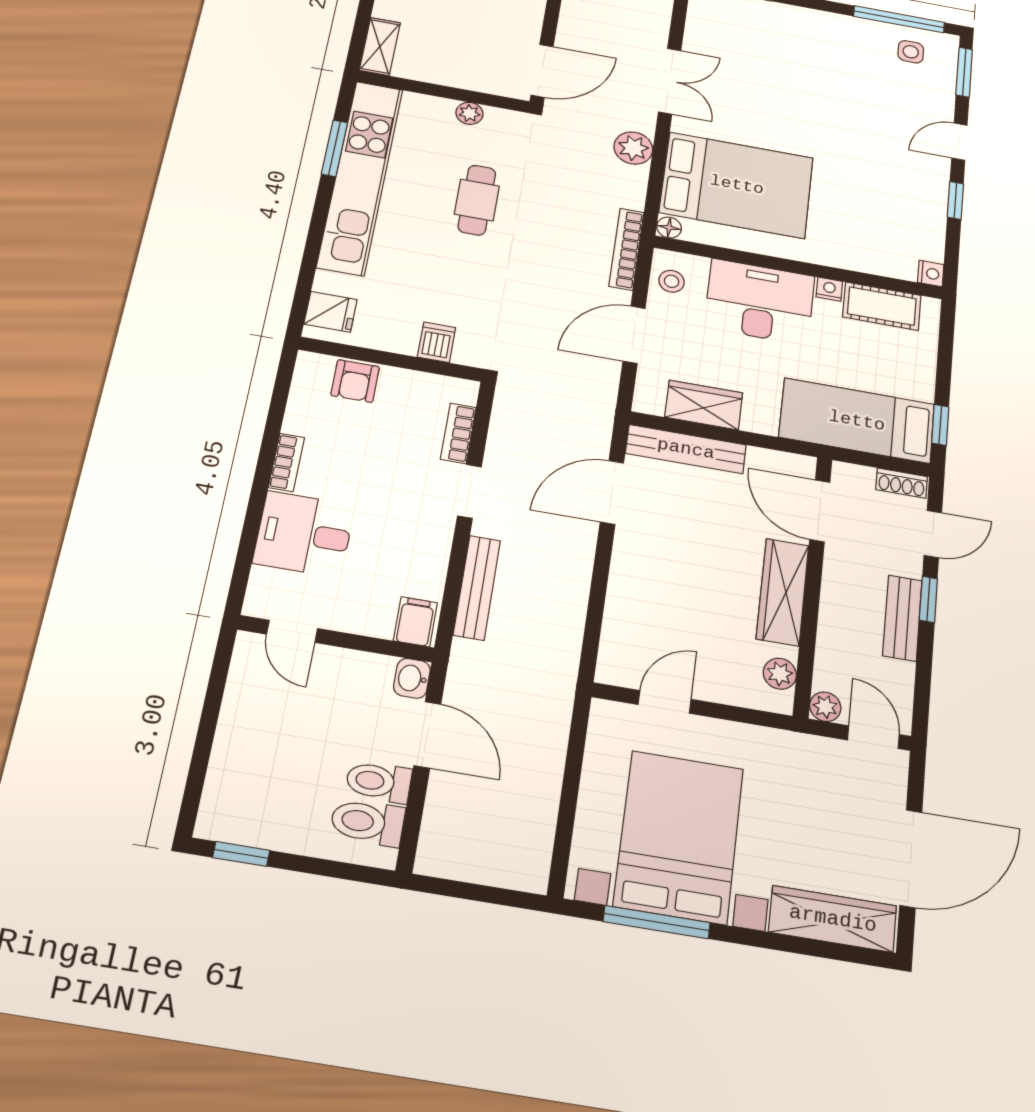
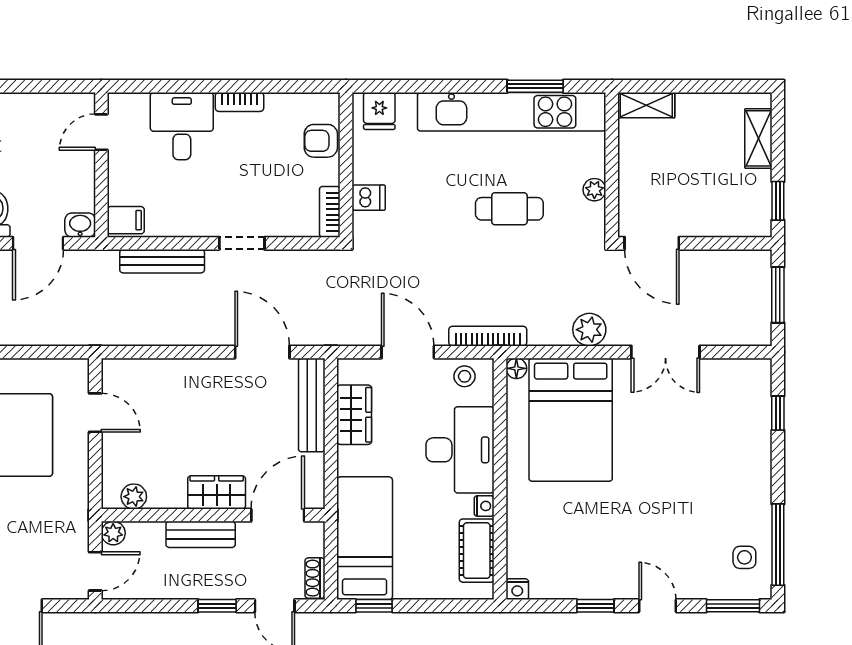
bookcase: (458, 433) -> (330, 212), moved, turned -90
wardrobe: (783, 592) -> (217, 492), width x0.67
bench: (902, 618) -> (201, 534), moved

